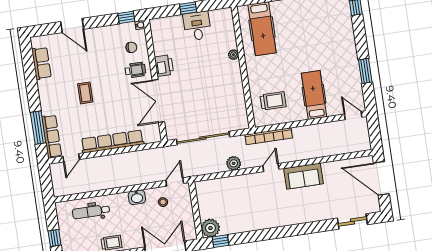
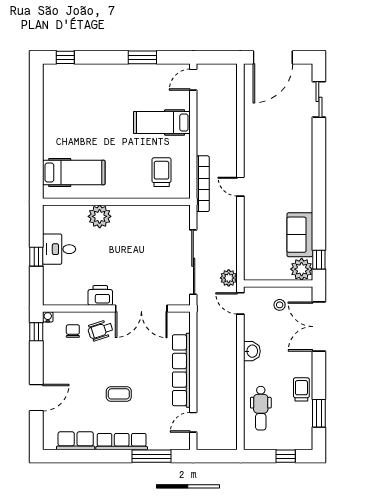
plant: (233, 55) -> (100, 216), width x1.88, depth x1.88
wheelchair: (135, 70) -> (100, 330), turned -108
row of seats: (52, 136) -> (122, 442), moved
door: (71, 158) -> (193, 422), swing flipped
plant: (234, 163) -> (229, 278), moved
sofa: (303, 176) -> (300, 235), moved, turned 180
stool: (163, 202) -> (280, 305), moved

